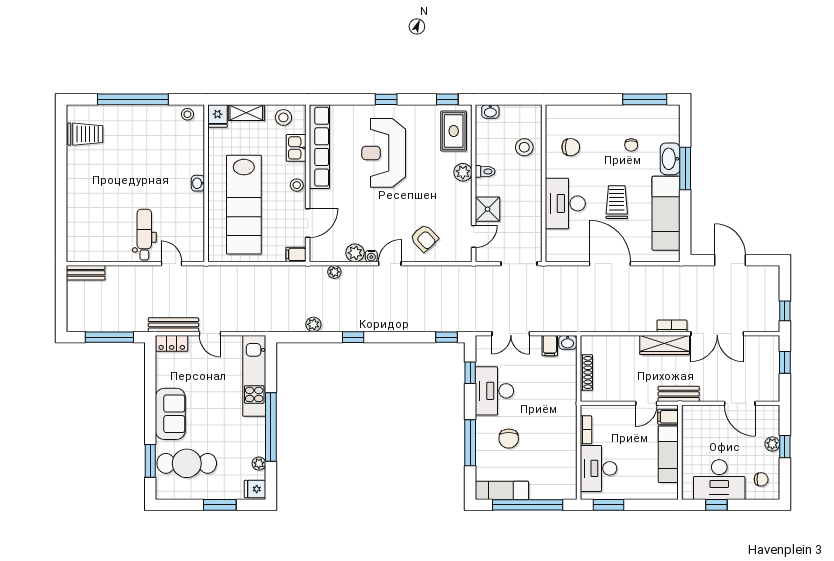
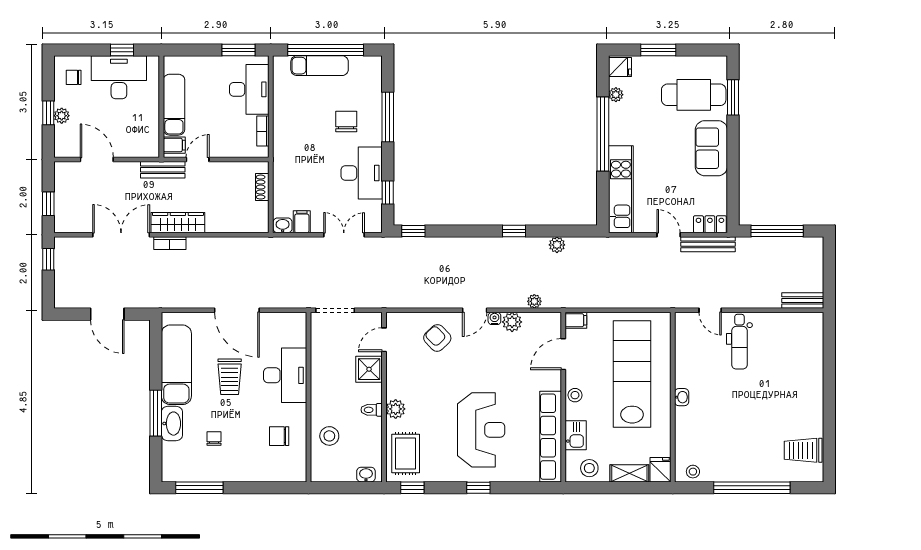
shoe rack: (586, 372) -> (262, 187), width x0.70
exam couch: (502, 490) -> (320, 66), moved

